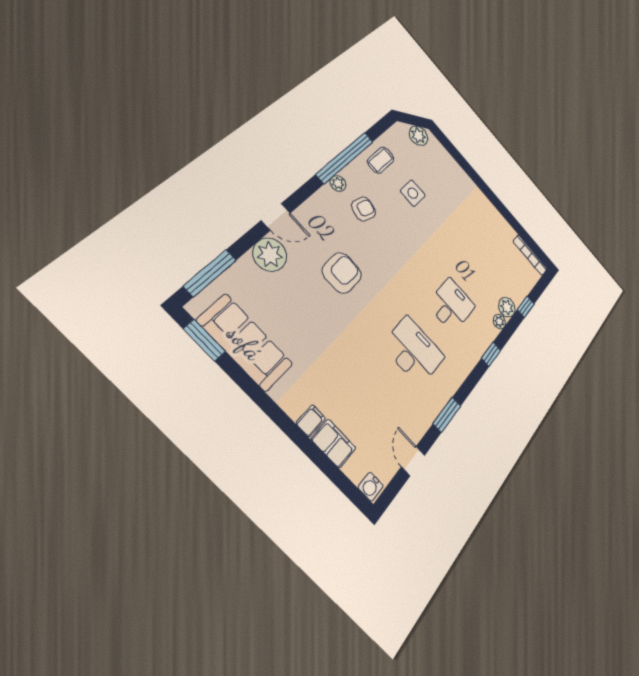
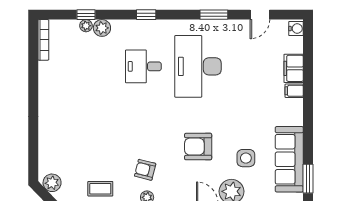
side table: (413, 193) -> (246, 158), moved
plant: (499, 322) -> (86, 26), moved
desk: (414, 351) -> (198, 66), width x1.36, depth x1.30

